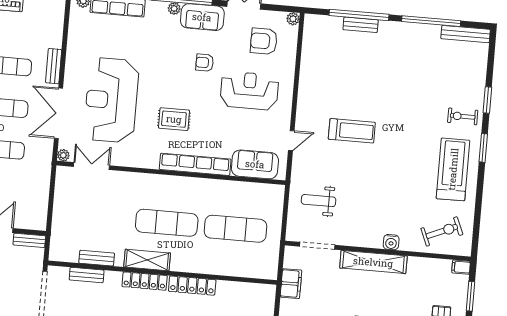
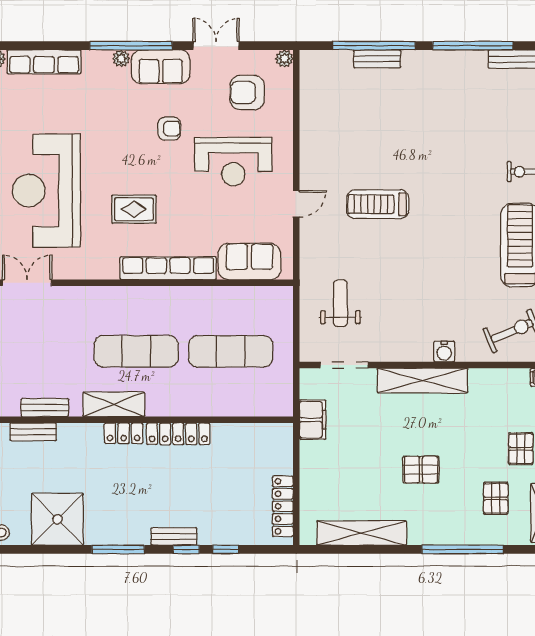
armchair: (205, 63) -> (169, 129), turned 180
reception desk: (249, 91) -> (233, 162), turned 180
treadmill: (352, 131) -> (378, 204), turned 180
door: (291, 140) -> (296, 204), moved
weight bench: (319, 201) -> (340, 303), turned 90
locker: (145, 281) -> (124, 433), width x0.66

